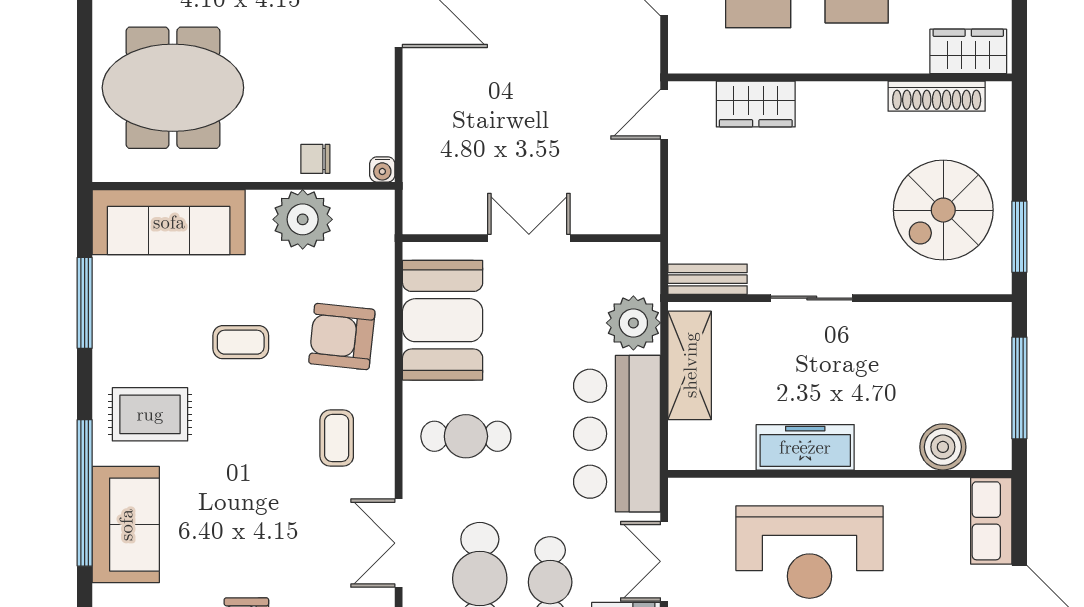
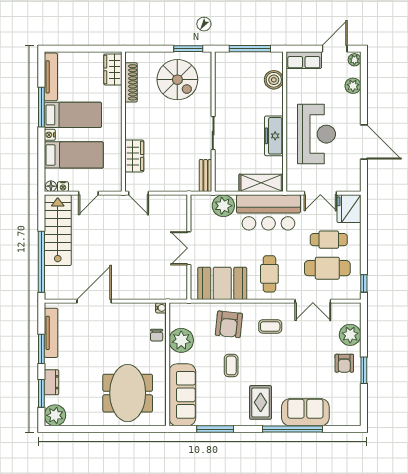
shelving: (690, 365) -> (261, 183), moved

